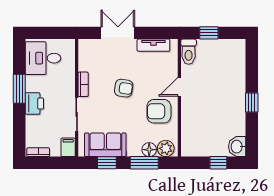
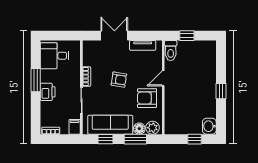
sofa: (105, 145) -> (110, 125), width x1.36

